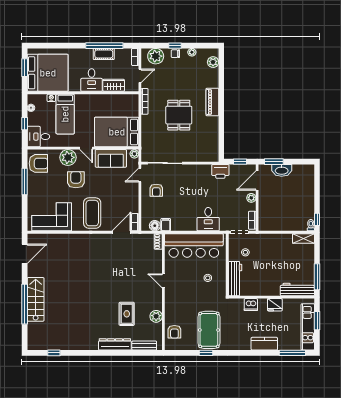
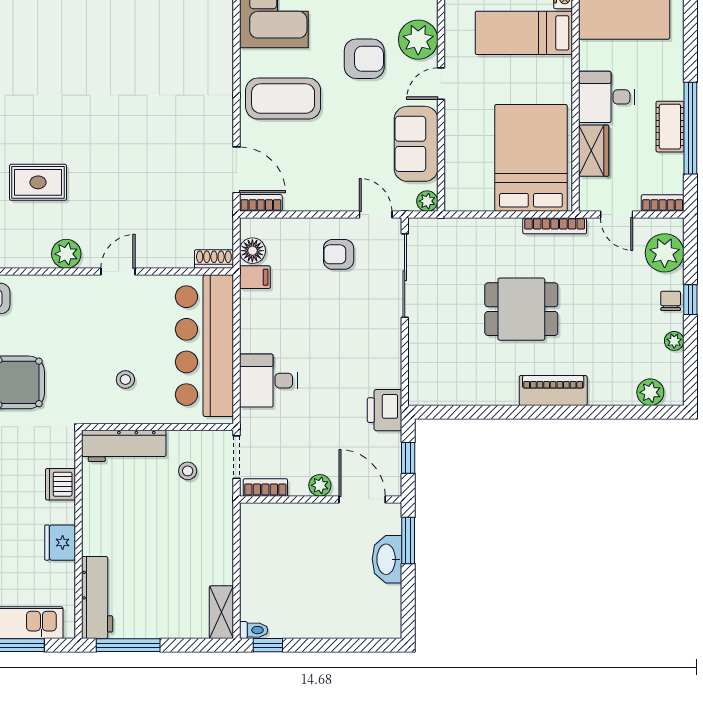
bed: (117, 132) -> (531, 158), moved
plant: (156, 316) -> (66, 254), moved

